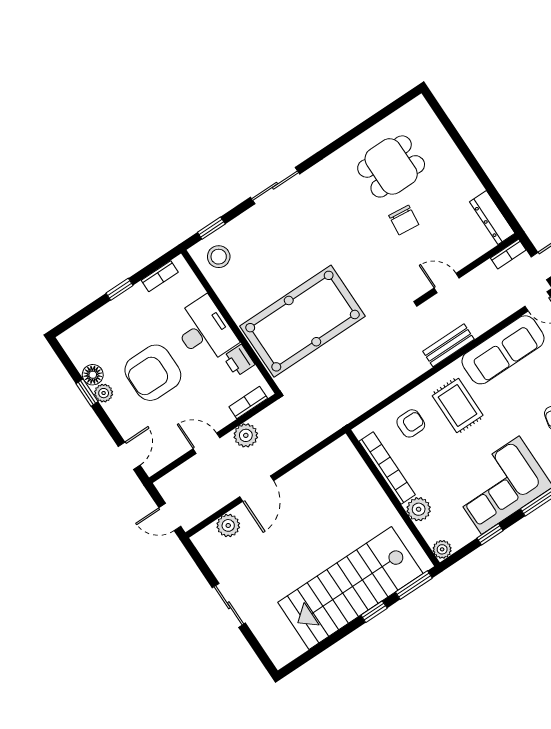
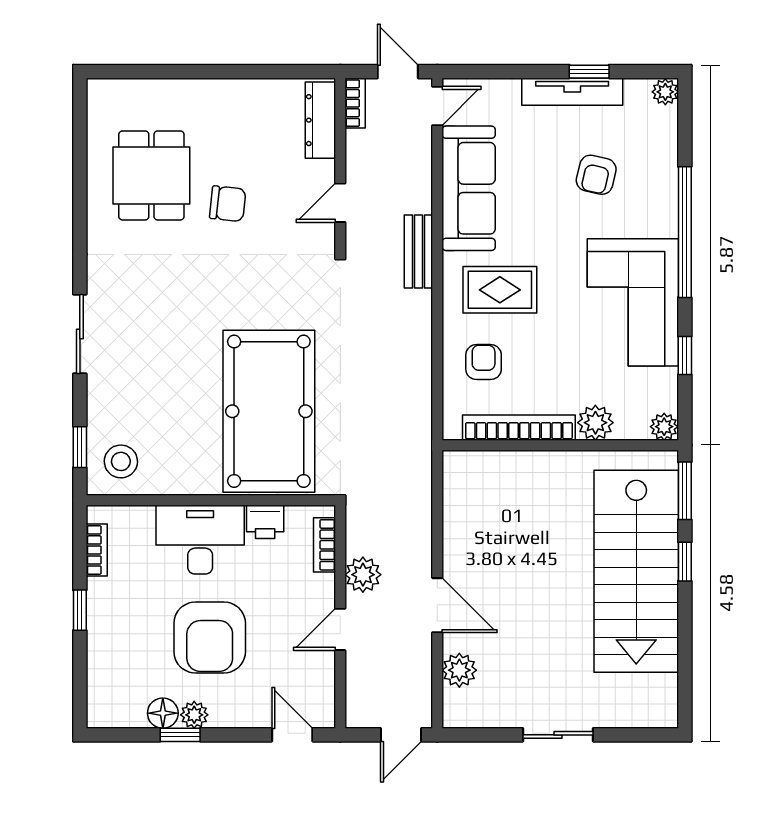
dresser: (492, 218) -> (320, 120), moved, turned 90

